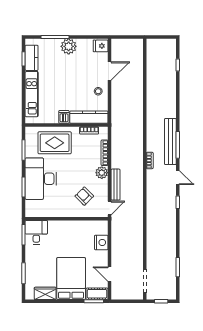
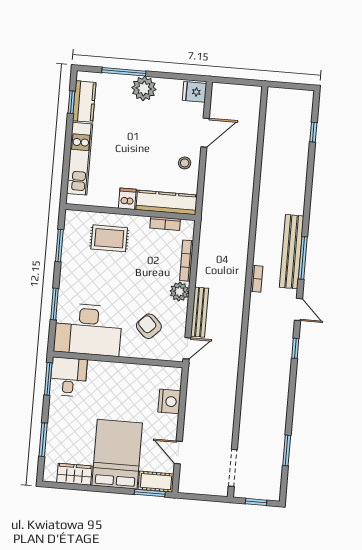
rug: (55, 143) -> (109, 238), width x0.73, depth x0.70
desk: (41, 179) -> (88, 330), moved, turned -90

